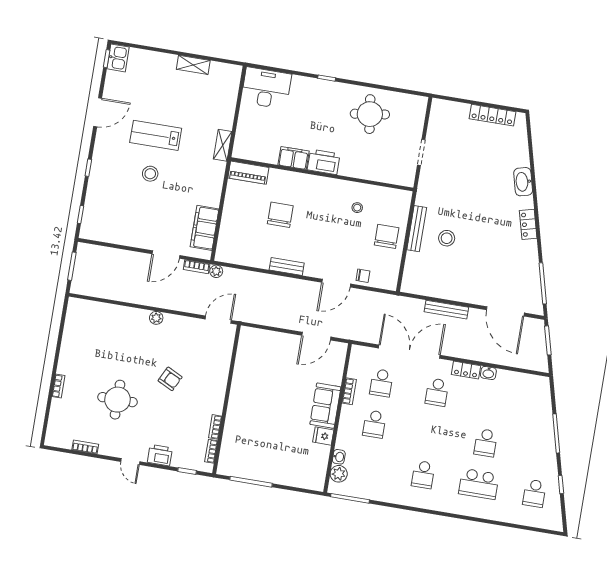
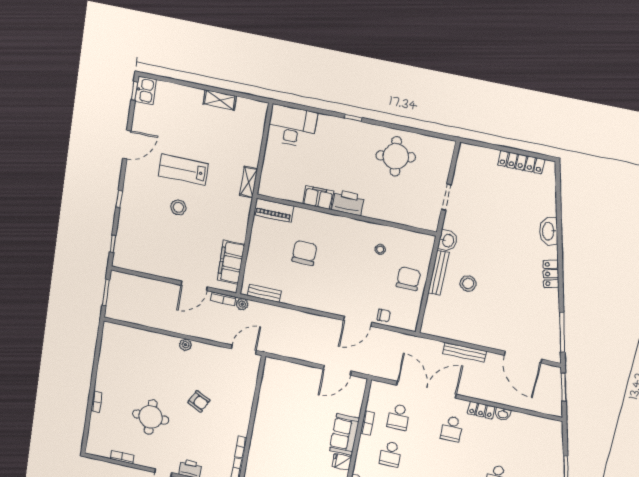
washbasin: (424, 196) -> (448, 241), added
bench: (287, 266) -> (264, 293), moved

